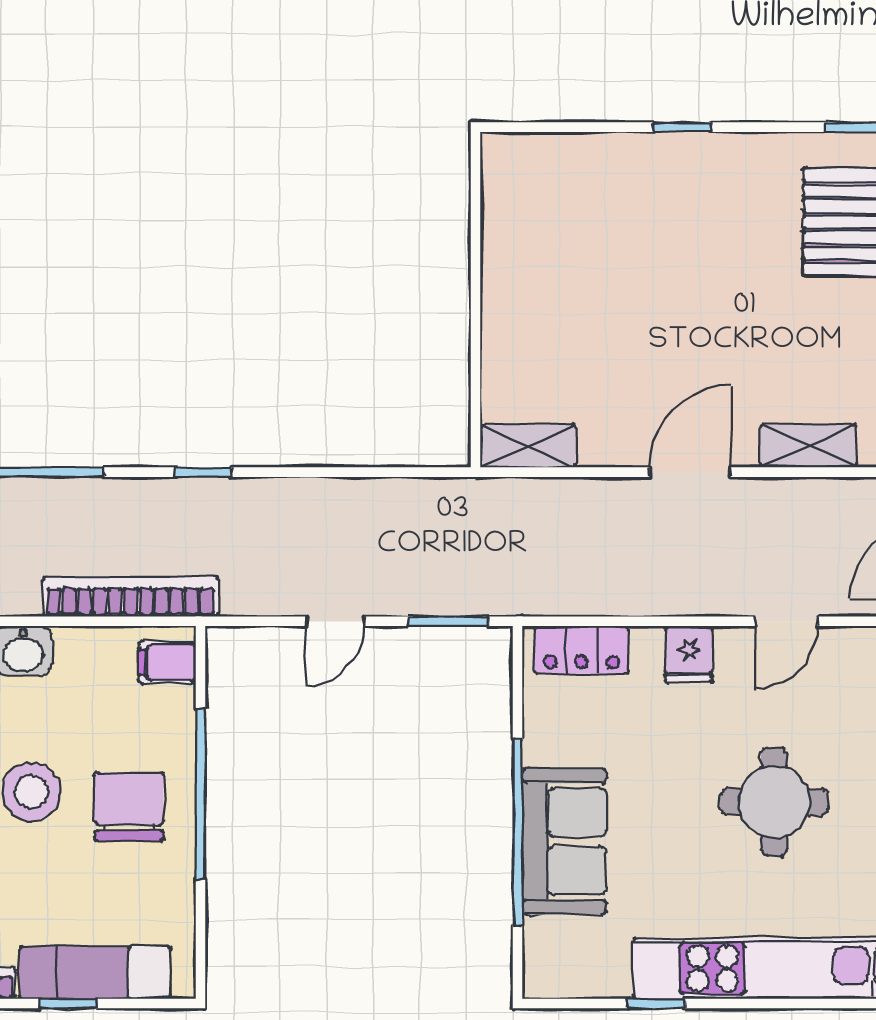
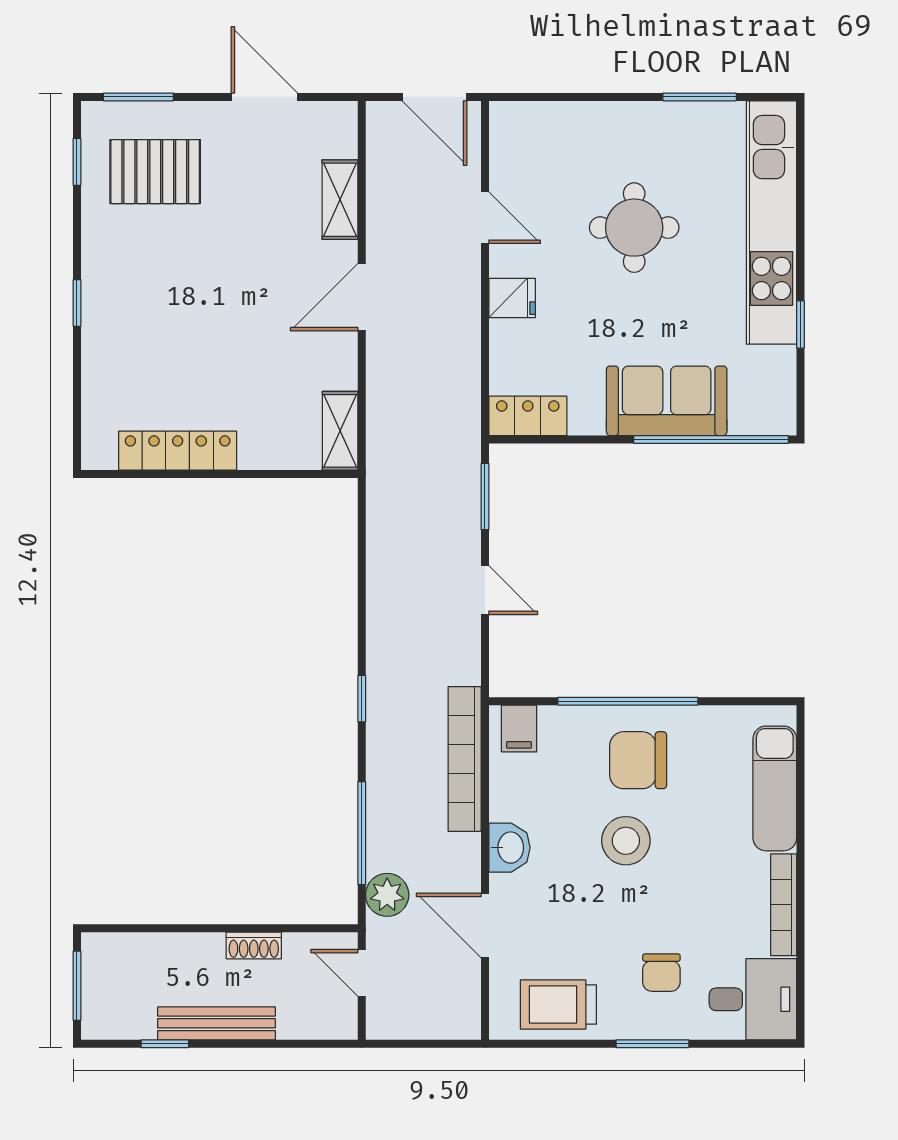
locker: (504, 249) -> (178, 451), added
door: (690, 472) -> (362, 297), hinge flipped
locker: (581, 650) -> (528, 416), moved, turned -90
window: (518, 832) -> (711, 439), moved
window: (68, 1004) -> (800, 810), removed

